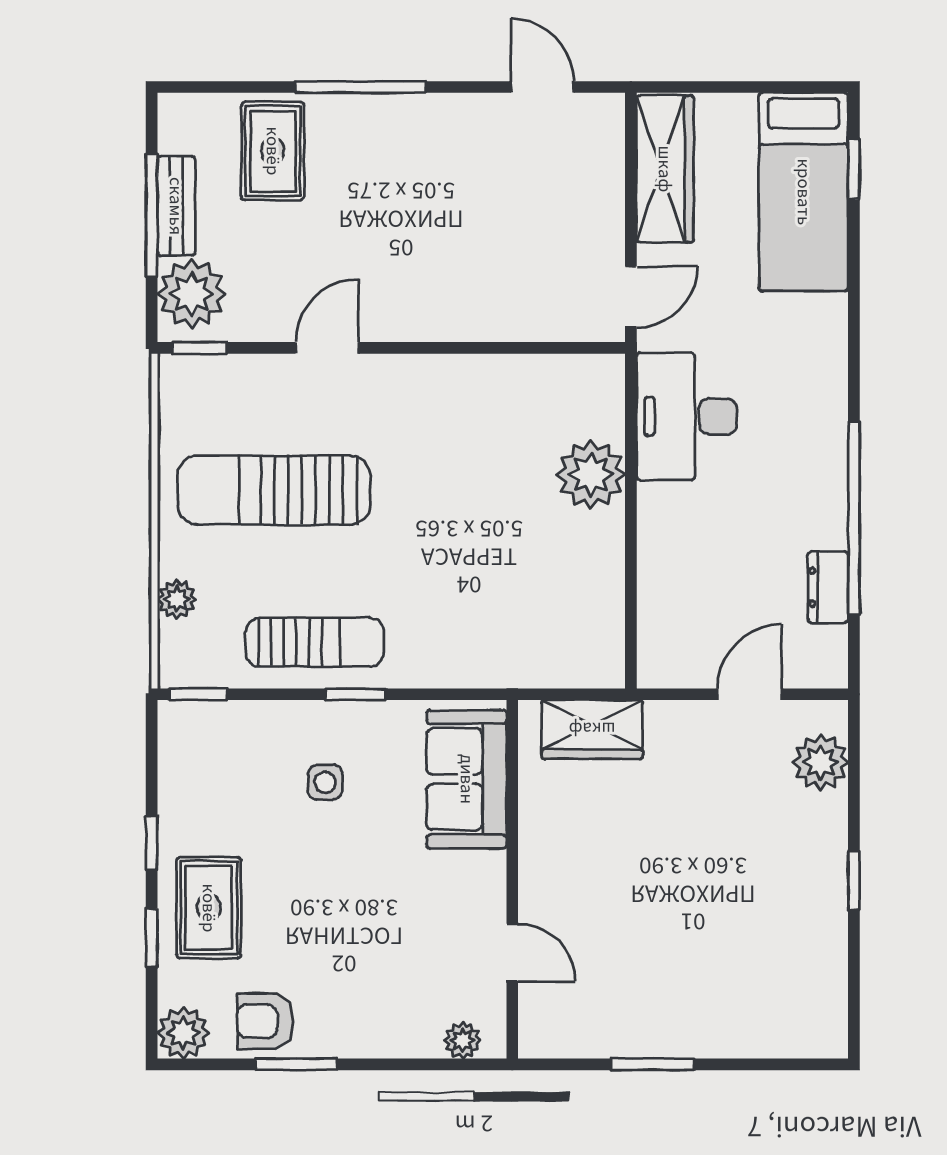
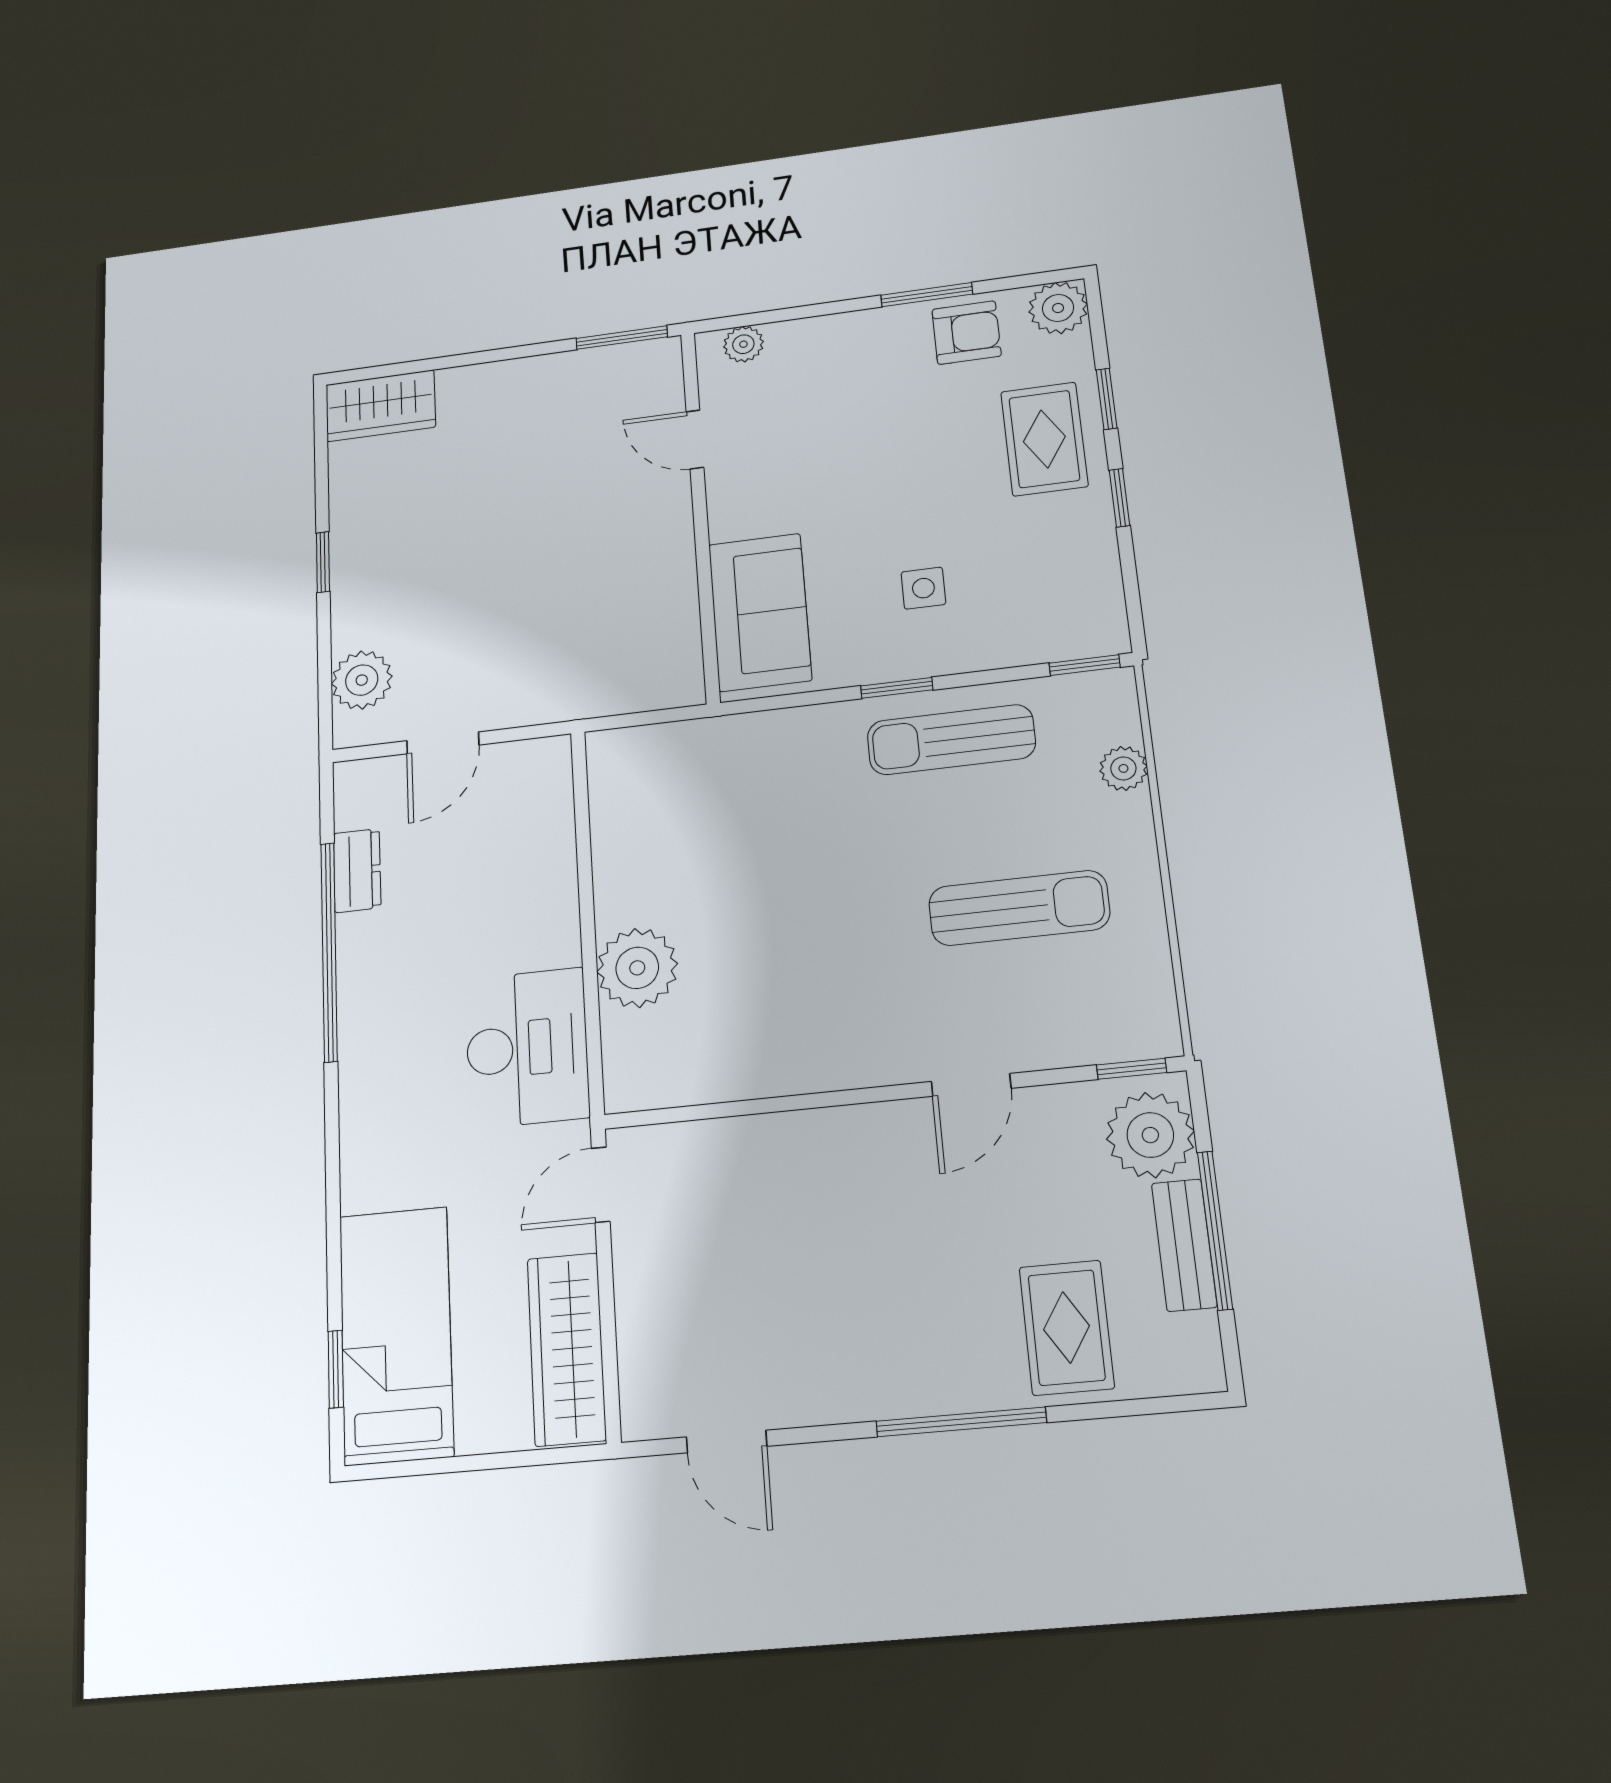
sun lounger: (274, 490) -> (1019, 908), width x0.73, depth x0.75
wardrobe: (592, 729) -> (380, 406), moved, turned 180
window: (653, 1064) -> (622, 338), moved

